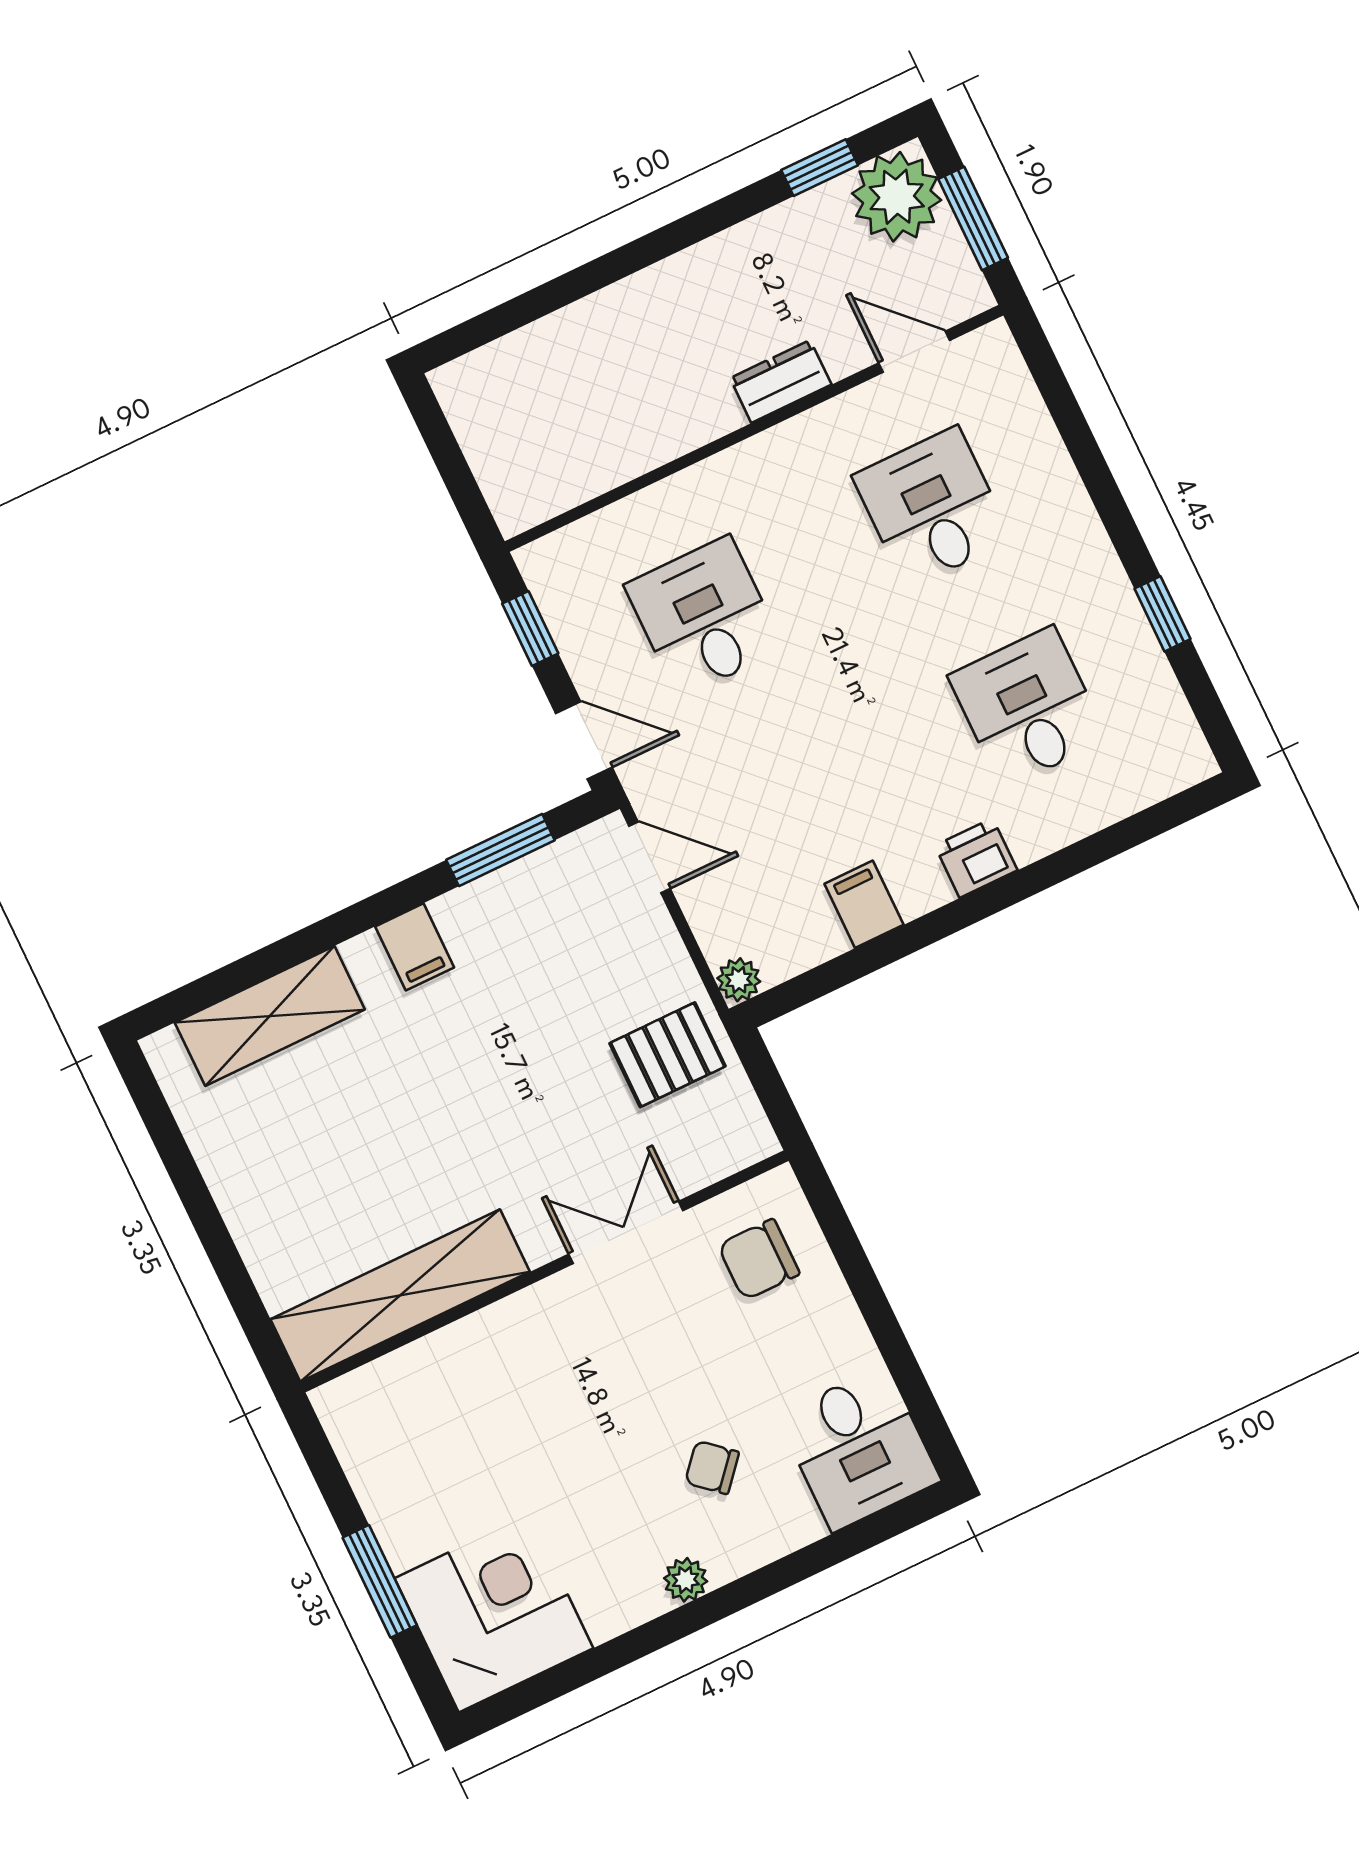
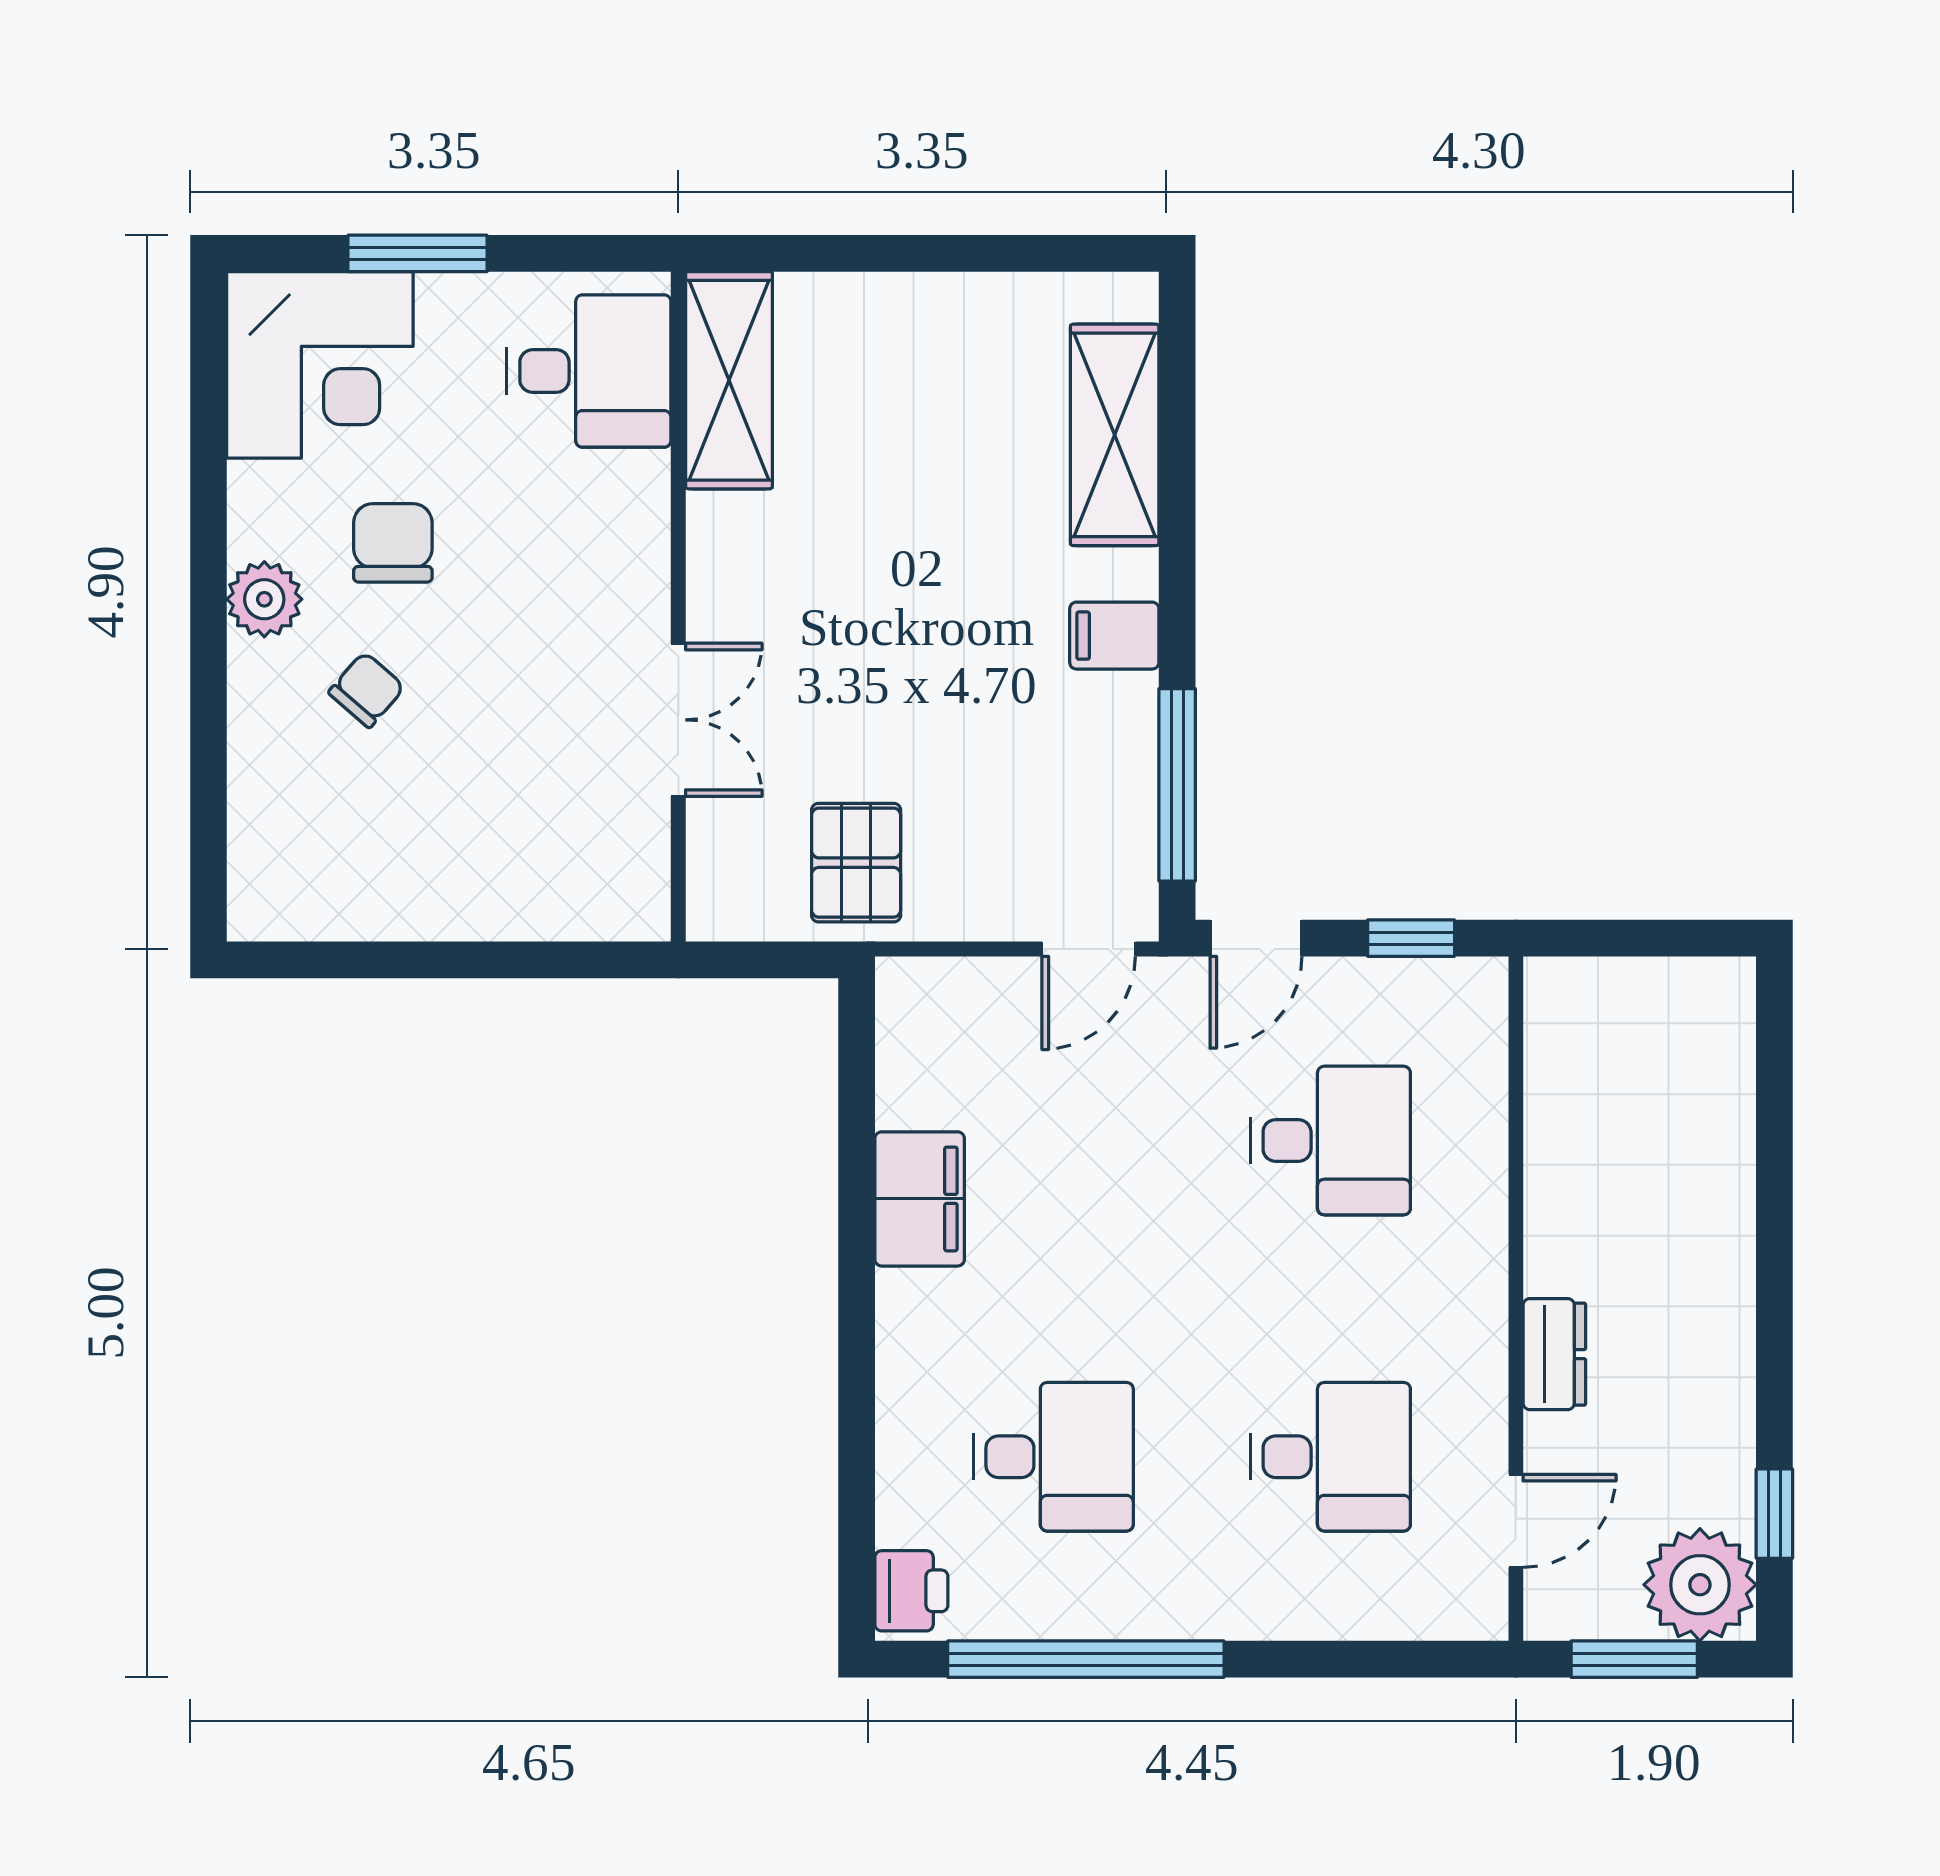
window: (1162, 614) -> (1086, 1659), width x3.17
window: (501, 850) -> (1177, 785), width x1.44
printer: (976, 858) -> (911, 1591), moved
filing cabinet: (864, 904) -> (920, 1199), width x2.00
plant: (739, 980) -> (902, 983), removed
chair: (759, 1259) -> (393, 543), moved
shelving: (400, 1296) -> (729, 380), width x0.68
desk: (859, 1448) -> (589, 371), moved, turned 180
plant: (686, 1580) -> (264, 599), width x1.38, depth x1.38

